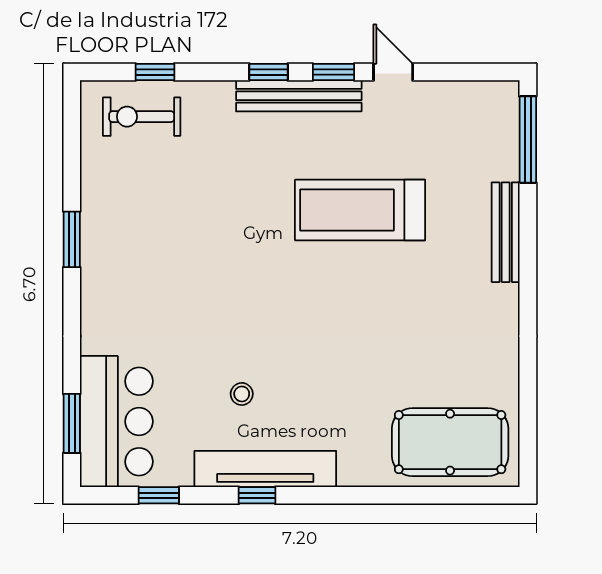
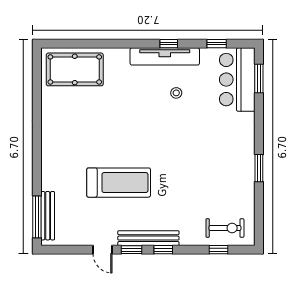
bench: (506, 232) -> (48, 216), moved

